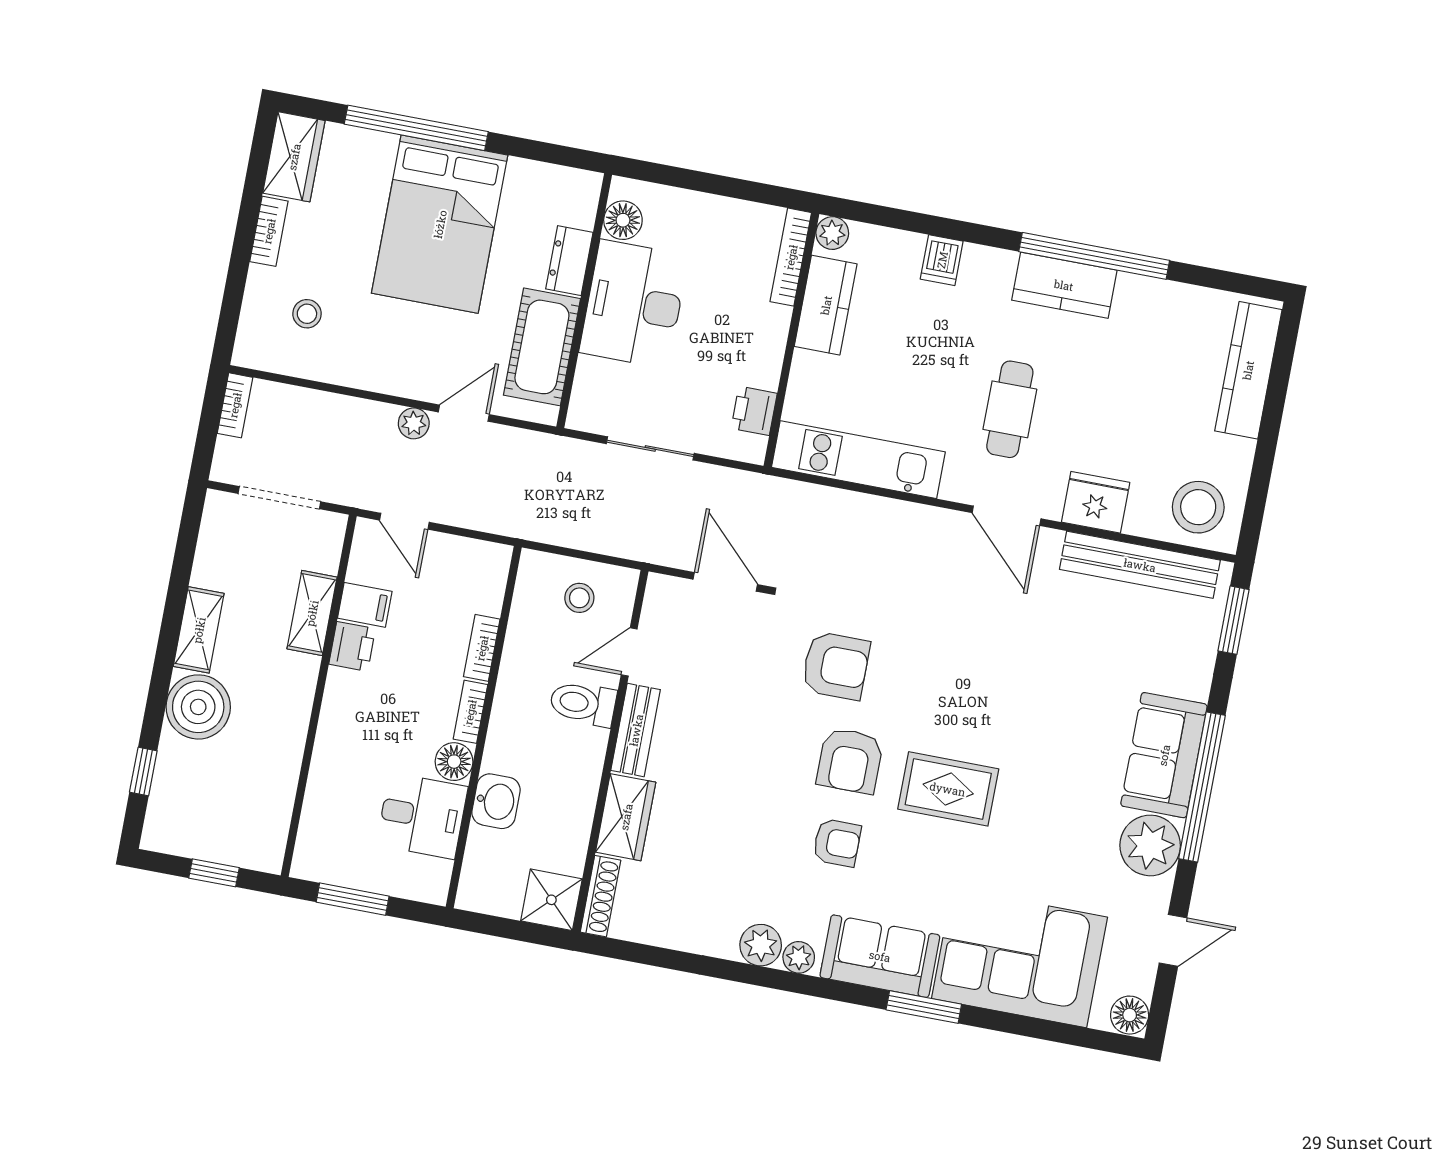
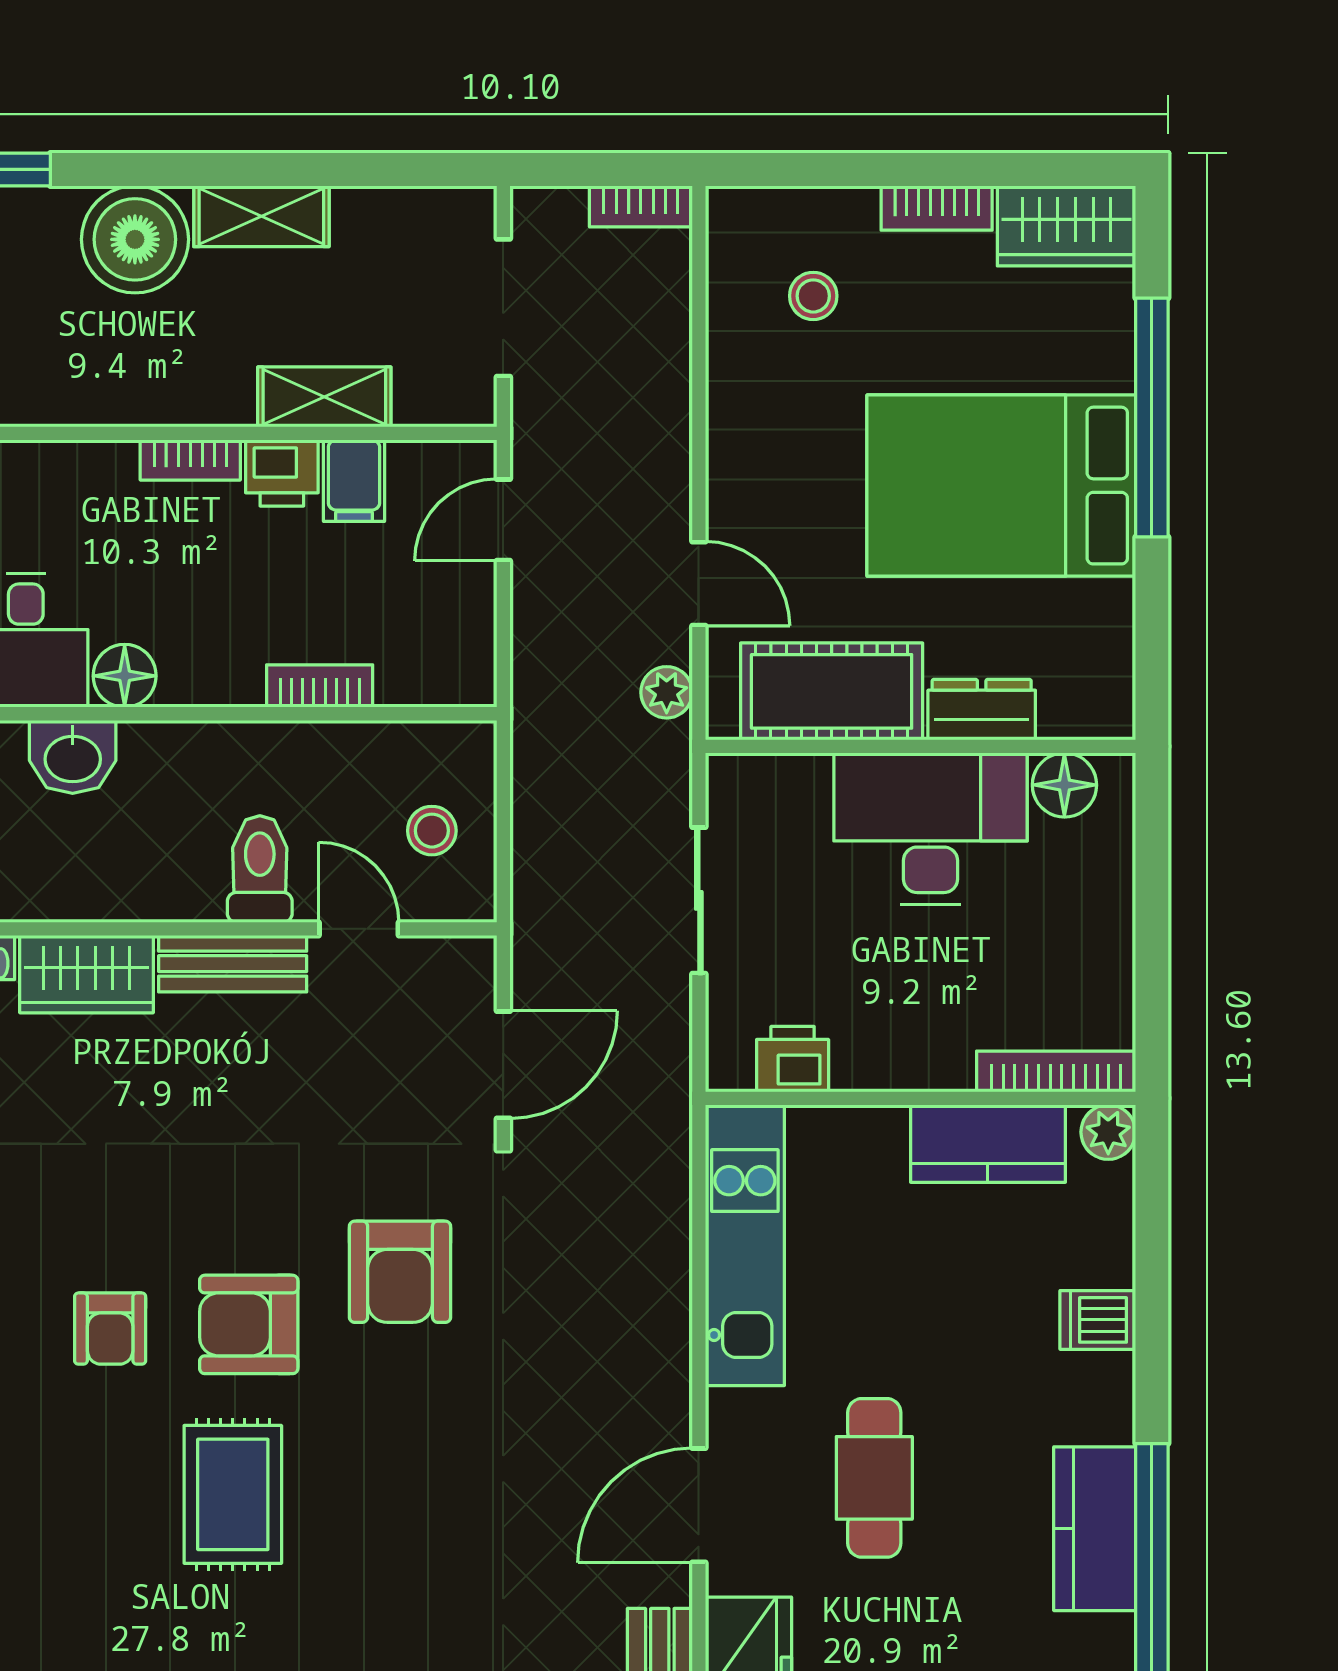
cafe table: (1010, 409) -> (874, 1478), turned 90
plant: (414, 423) -> (667, 692), moved
bookcase: (470, 712) -> (190, 460), moved, turned 180

